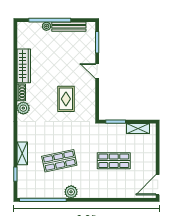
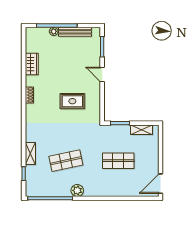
wardrobe: (24, 66) -> (32, 64), width x0.67
rug: (66, 99) -> (72, 101), turned 90
plant: (23, 108) -> (31, 110), removed

